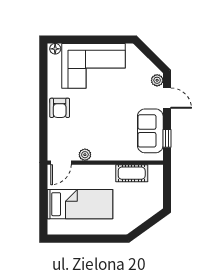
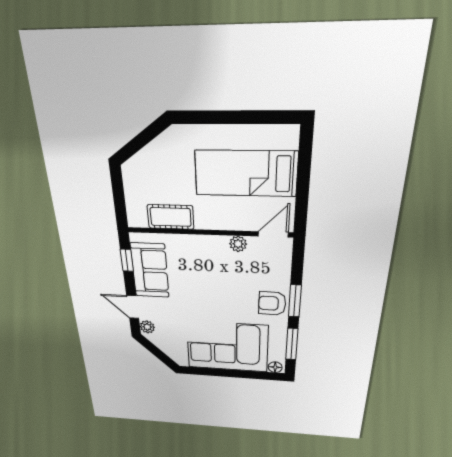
window: (43, 72) -> (292, 344), added
armchair: (60, 108) -> (272, 303), turned -89
window: (43, 111) -> (295, 301), added

